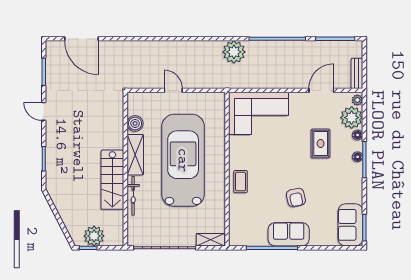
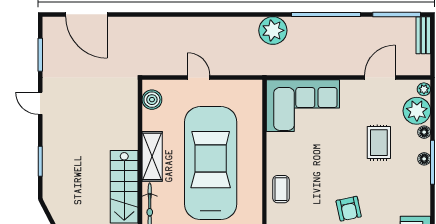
bench: (357, 73) -> (423, 35), moved
boiler: (135, 123) -> (152, 100), moved

